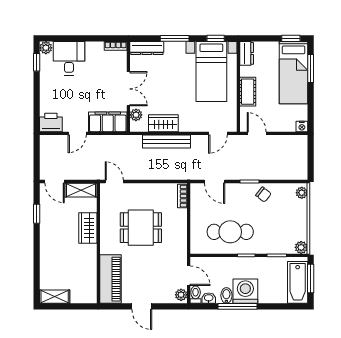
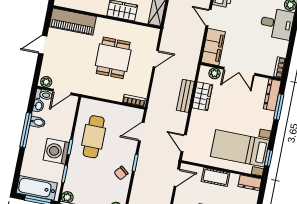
window: (175, 38) -> (279, 107), moved
bench: (167, 142) -> (185, 96), width x0.73
door: (114, 181) -> (156, 59), moved
washing machine: (245, 291) -> (56, 151), moved, turned 180

